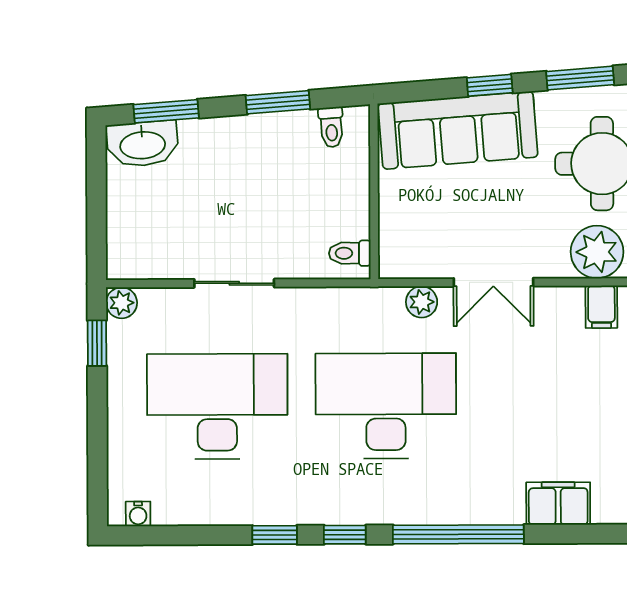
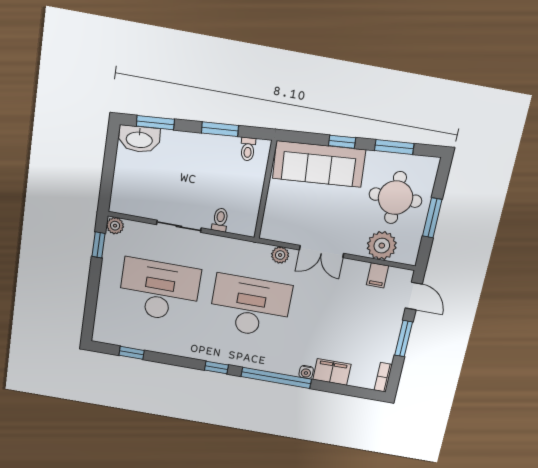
toilet: (350, 253) -> (220, 220), moved, turned 90
water cooler: (138, 514) -> (306, 372), moved
window: (275, 535) -> (132, 353), moved

